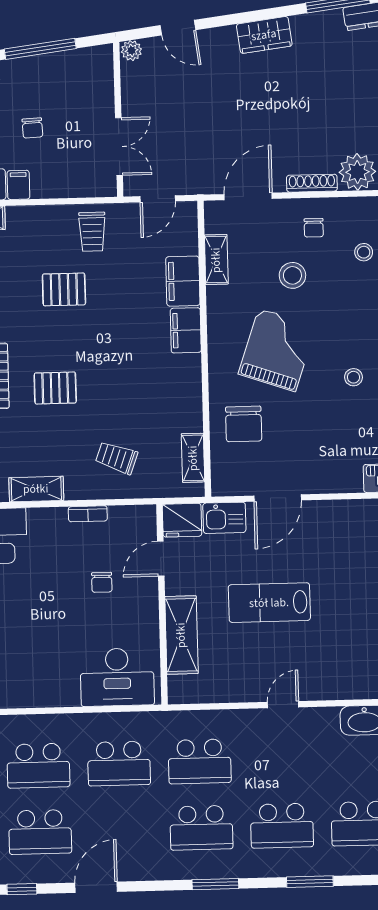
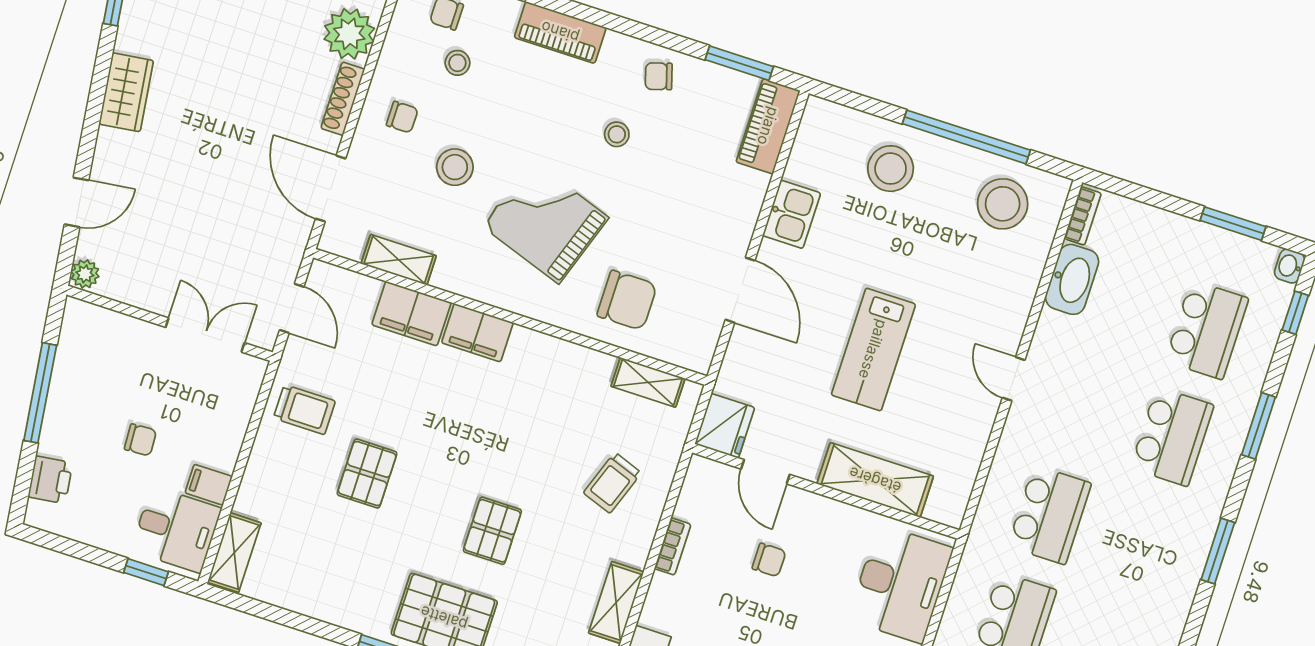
kitchen sink: (224, 518) -> (792, 214), moved
school desk: (201, 828) -> (1137, 543), removed

